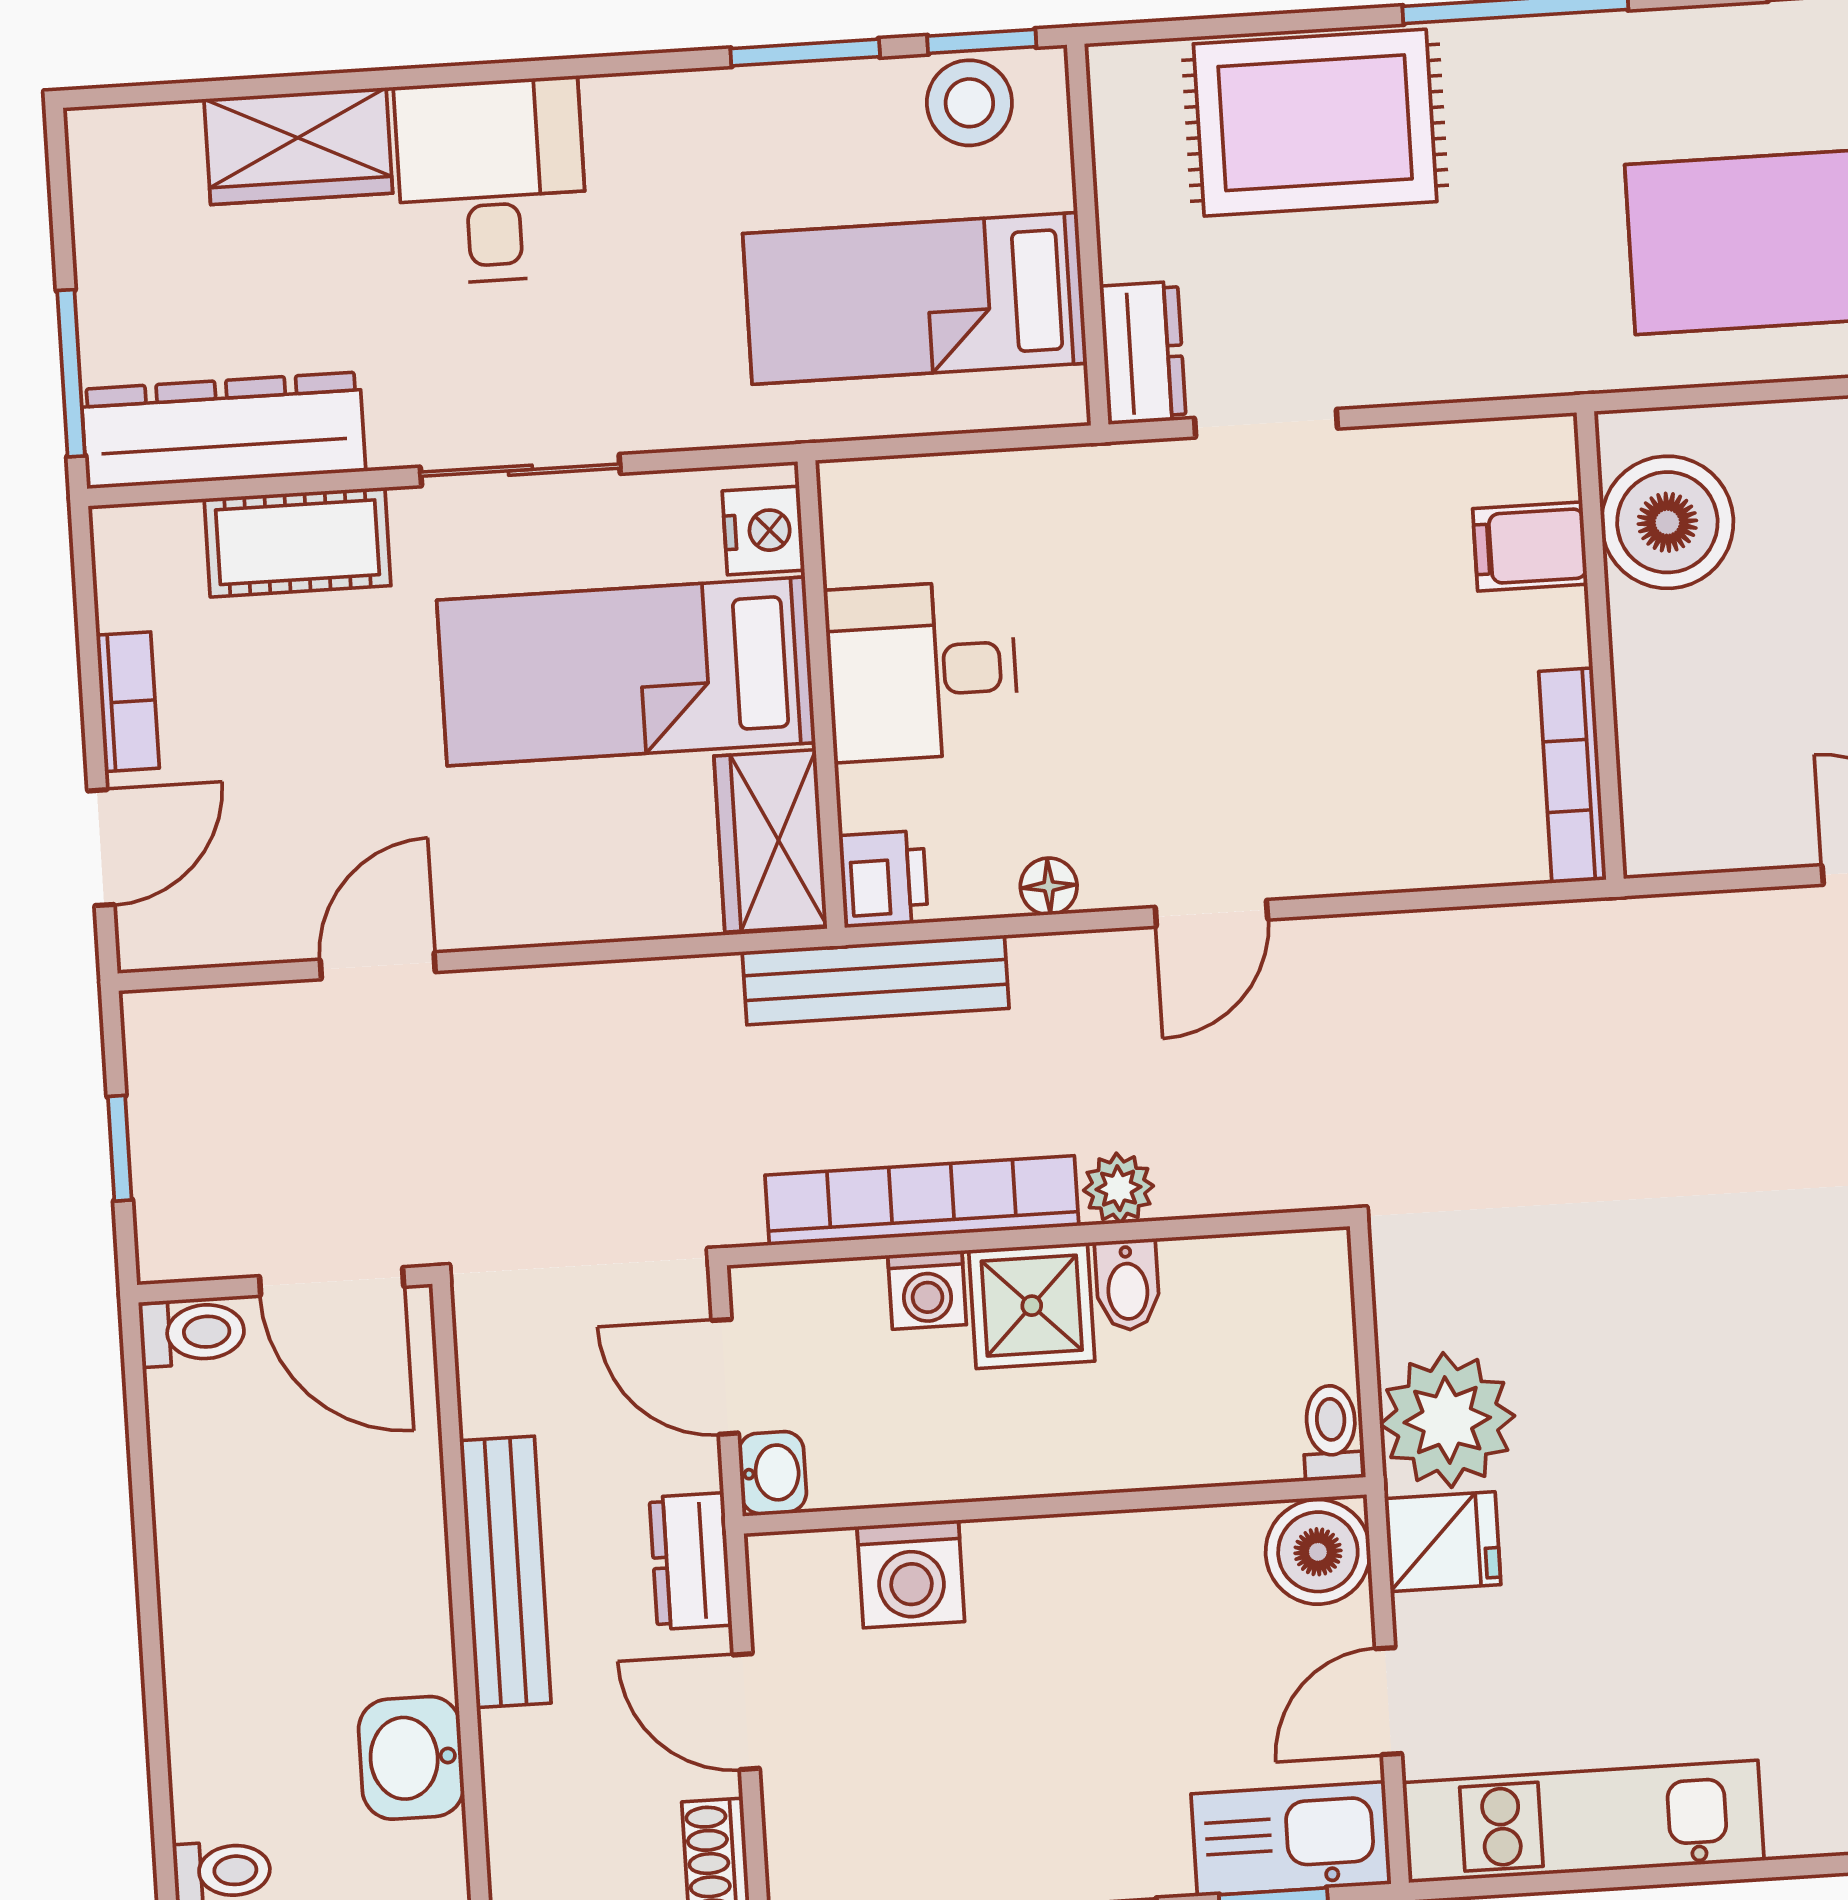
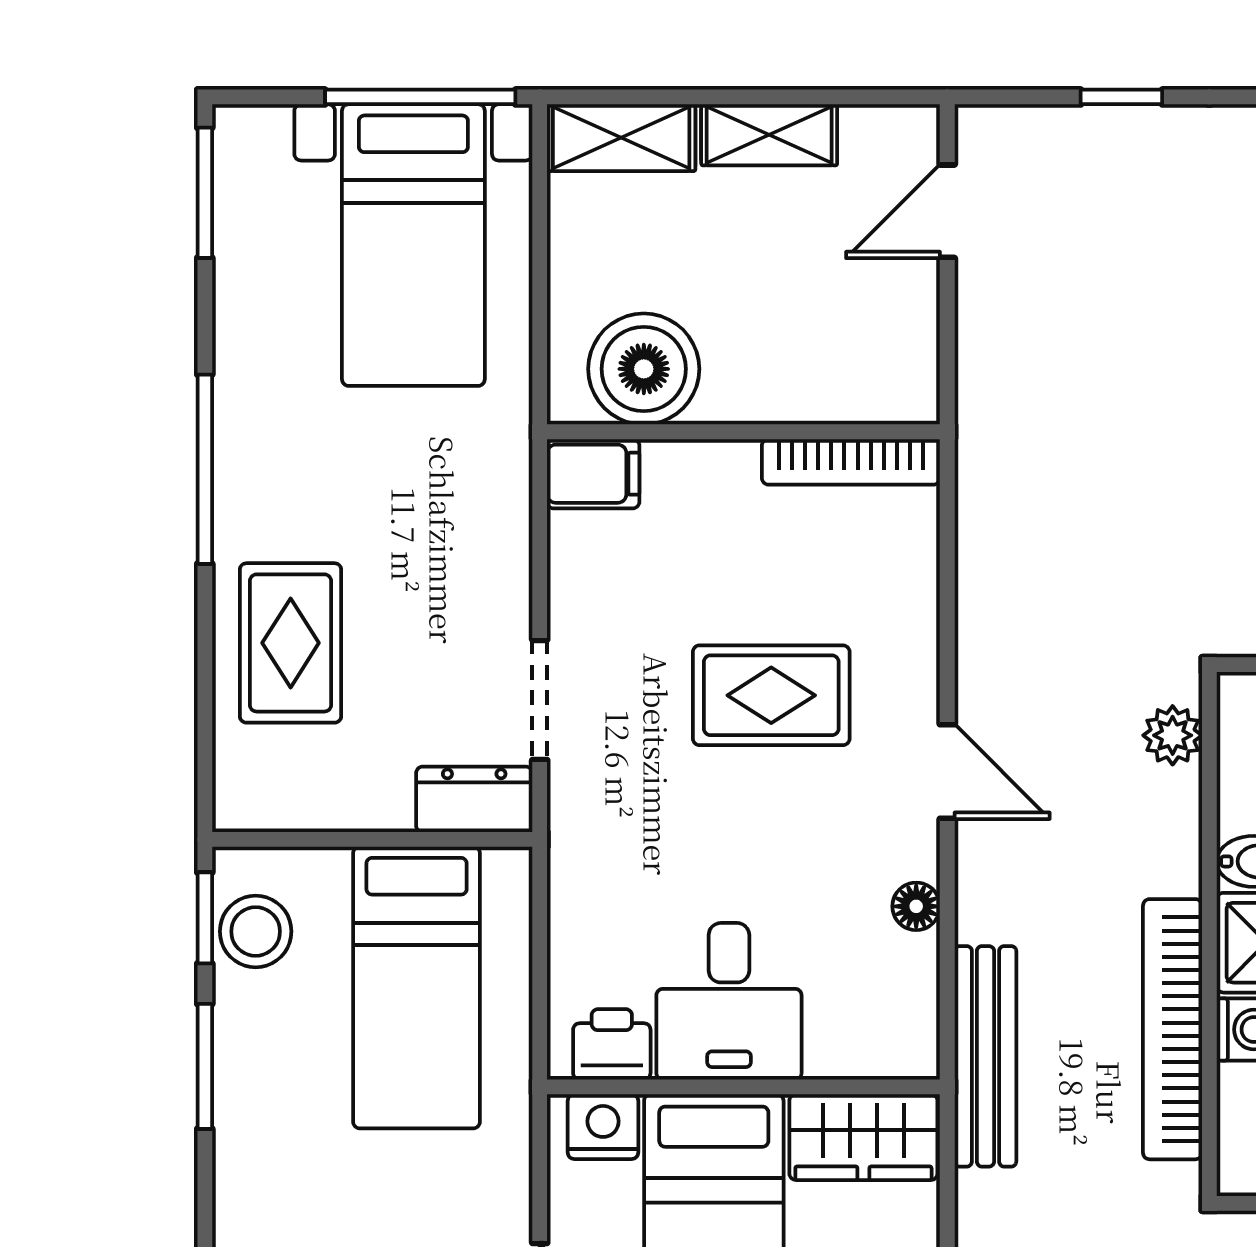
rug: (1315, 123) -> (291, 643), width x0.73, depth x0.70
filing cabinet: (1530, 546) -> (593, 474), moved, turned -90
rug: (1289, 698) -> (771, 695), added
printer: (884, 879) -> (612, 1044), moved
plant: (1119, 1188) -> (1173, 735), moved

